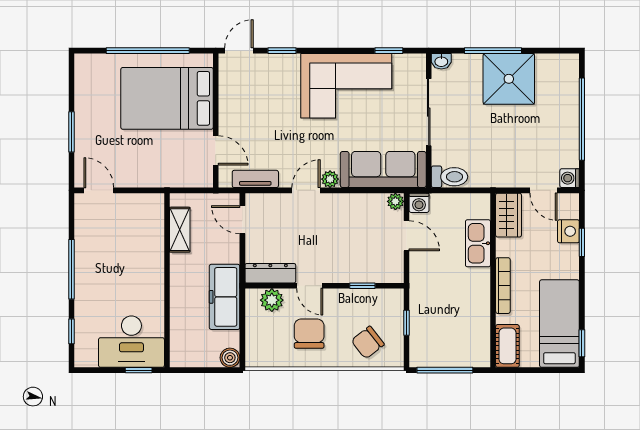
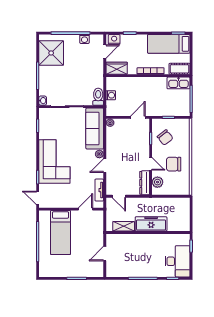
shower: (509, 79) -> (51, 53), moved
corner sofa: (346, 86) -> (54, 161), moved
bed: (167, 98) -> (61, 232), width x0.67
washing machine: (570, 178) -> (84, 39), moved
door: (99, 190) -> (105, 254), moved
door: (306, 190) -> (105, 166), hinge flipped
washing machine: (419, 203) -> (111, 95), moved
door: (242, 220) -> (119, 196), hinge flipped
nightstand: (568, 231) -> (114, 39), moved
door: (407, 236) -> (138, 117), moved
kitchen sink: (478, 243) -> (179, 83), moved
door: (310, 286) -> (151, 164), hinge flipped
freezer: (225, 297) -> (151, 224), moved, turned 180
desk: (131, 342) -> (177, 261), moved
chair: (368, 342) -> (165, 137), moved
boiler: (230, 358) -> (185, 202), removed

